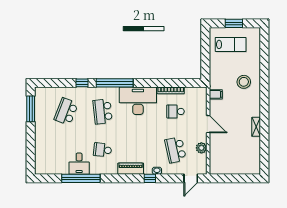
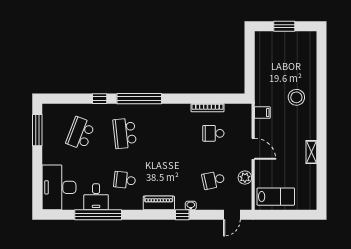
lab bench: (231, 44) -> (276, 197), moved
desk: (138, 101) -> (59, 187), moved, turned -90
school desk: (176, 150) -> (213, 180), width x0.54

